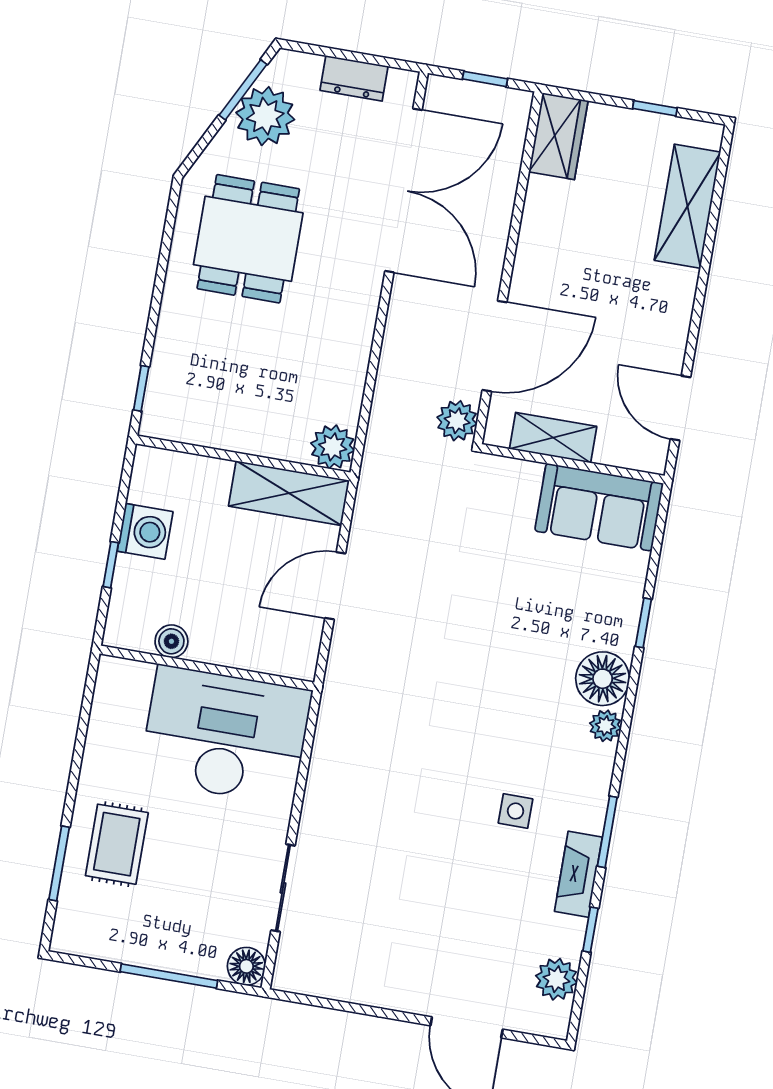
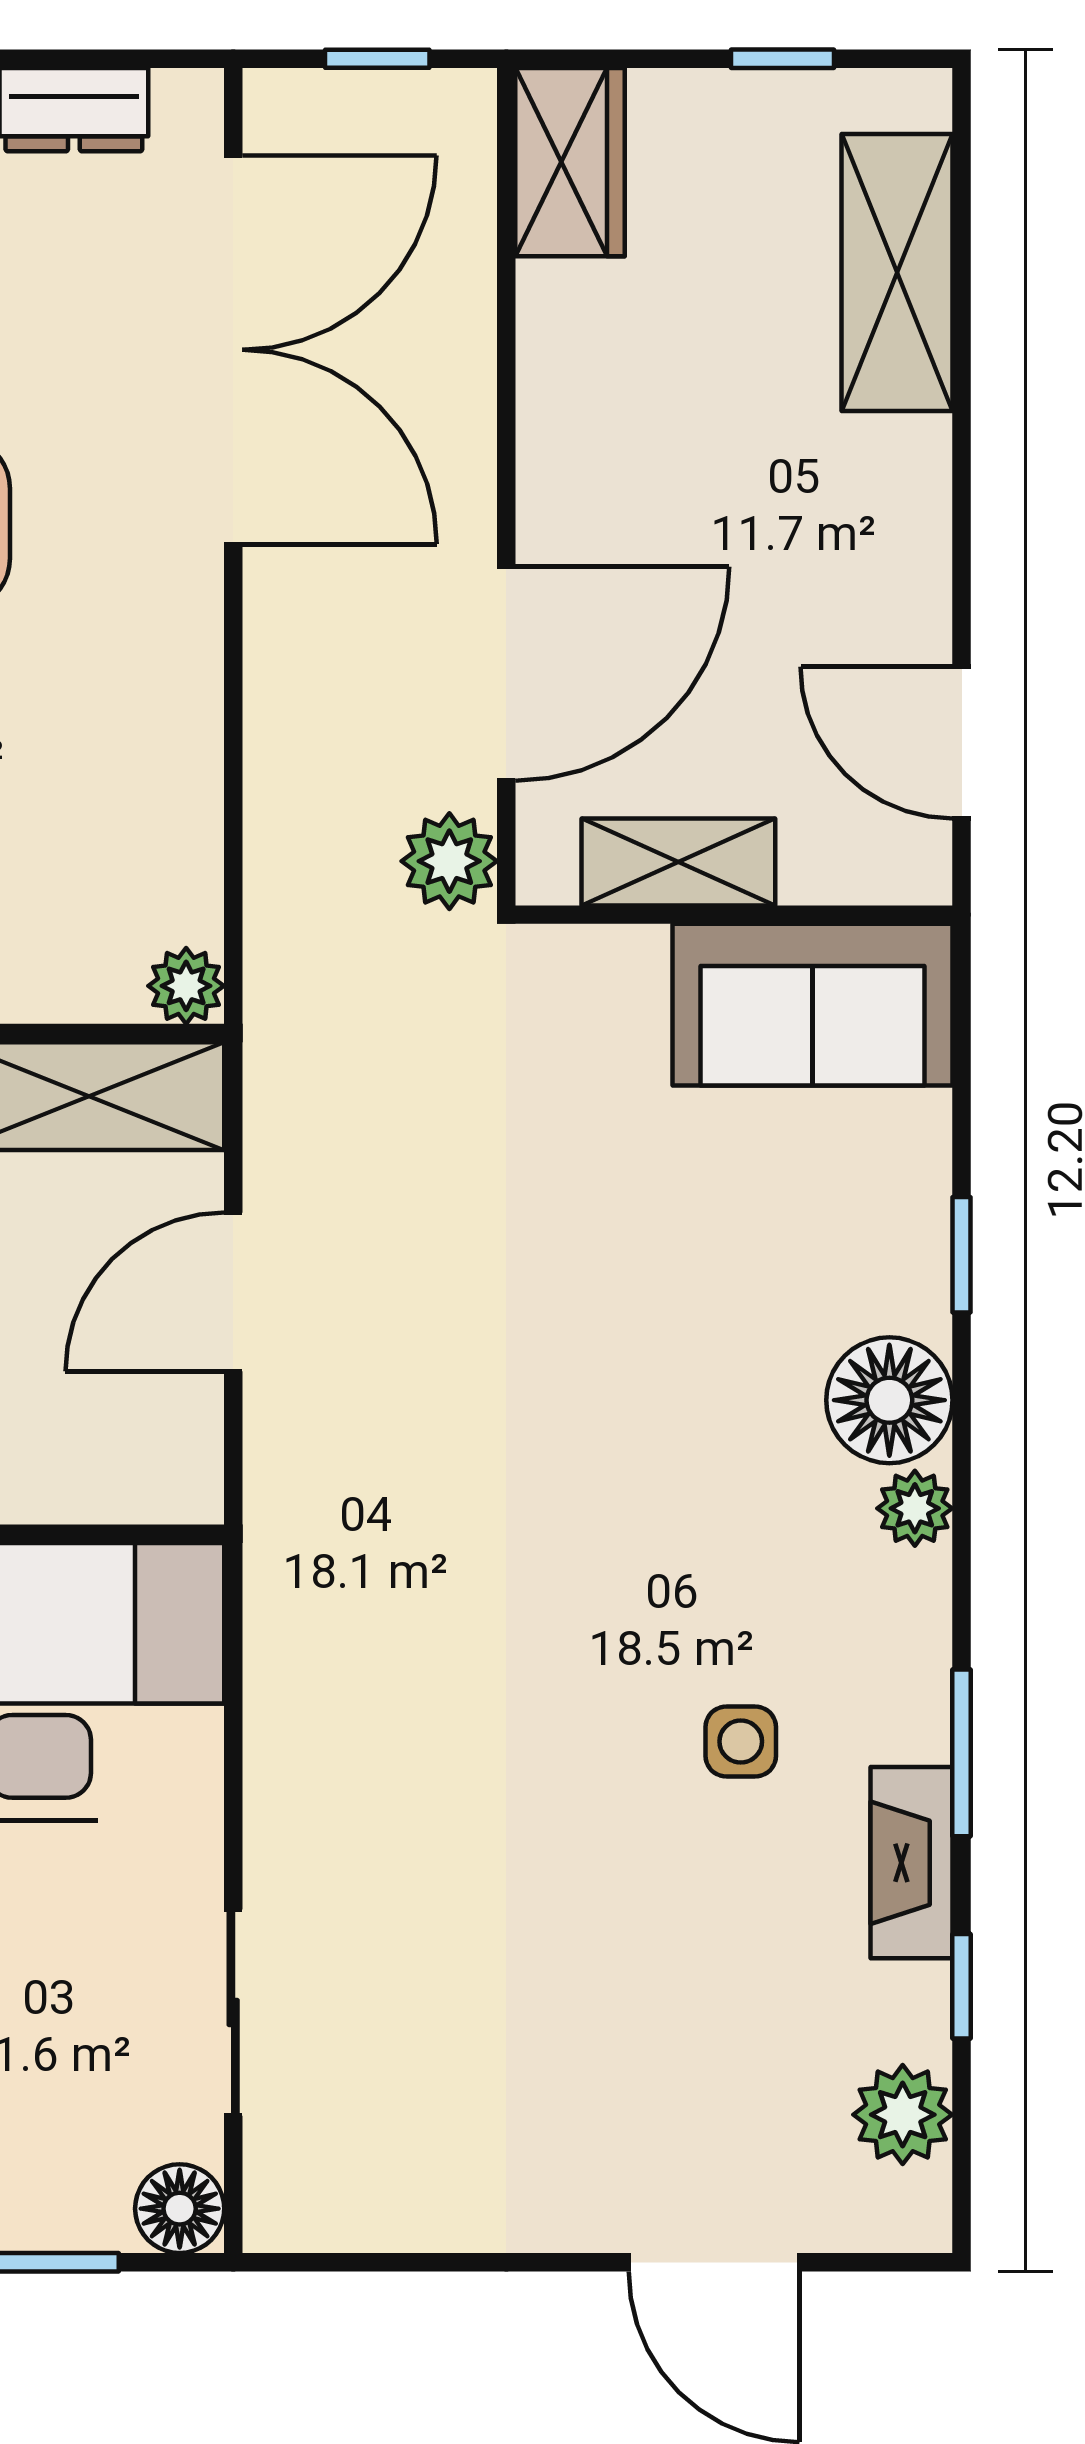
plant: (333, 447) -> (186, 986), width x0.73, depth x0.73

